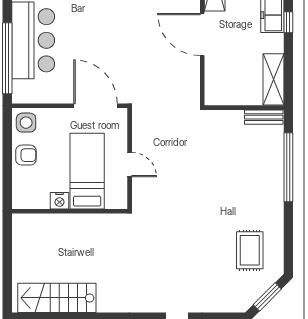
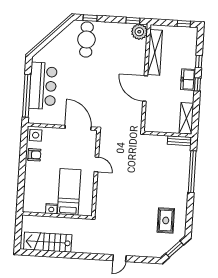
bed: (87, 171) -> (69, 192), moved
nightstand: (60, 201) -> (51, 209), moved
wall: (70, 211) -> (57, 215), moved

